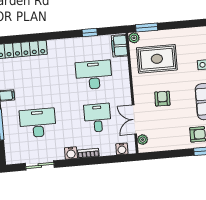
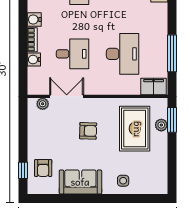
window: (90, 32) -> (172, 53), width x2.17
plant: (134, 38) -> (161, 125), moved
water cooler: (122, 149) -> (34, 60), moved

